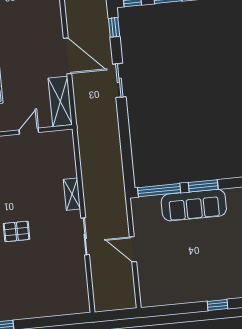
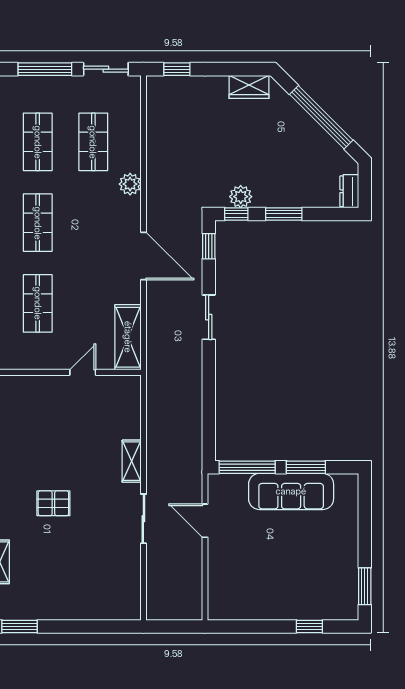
door: (67, 56) -> (143, 256), moved
door: (133, 249) -> (205, 521), moved

